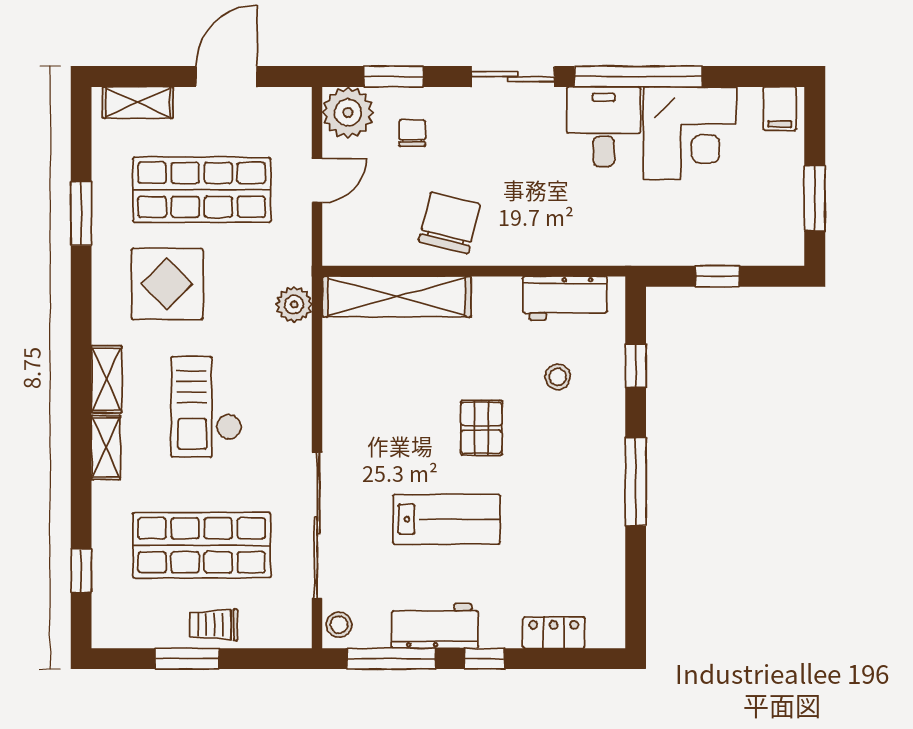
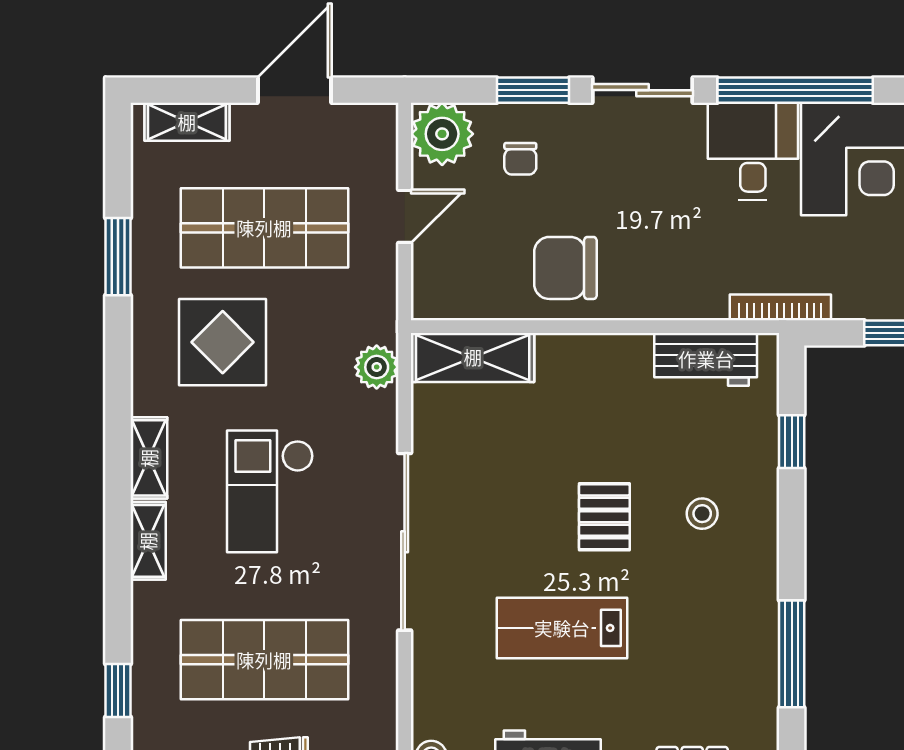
window: (394, 77) -> (533, 90), moved
chair: (412, 133) -> (520, 159), turned 180
chair: (449, 223) -> (565, 268), turned -104
bookcase: (626, 255) -> (780, 307), added
shelving: (397, 297) -> (473, 357), width x0.68
stool: (558, 377) -> (702, 514), moved
window: (636, 482) -> (792, 654), moved
lab bench: (447, 519) -> (562, 628), turned 180
sliding door: (317, 525) -> (405, 542), moved

